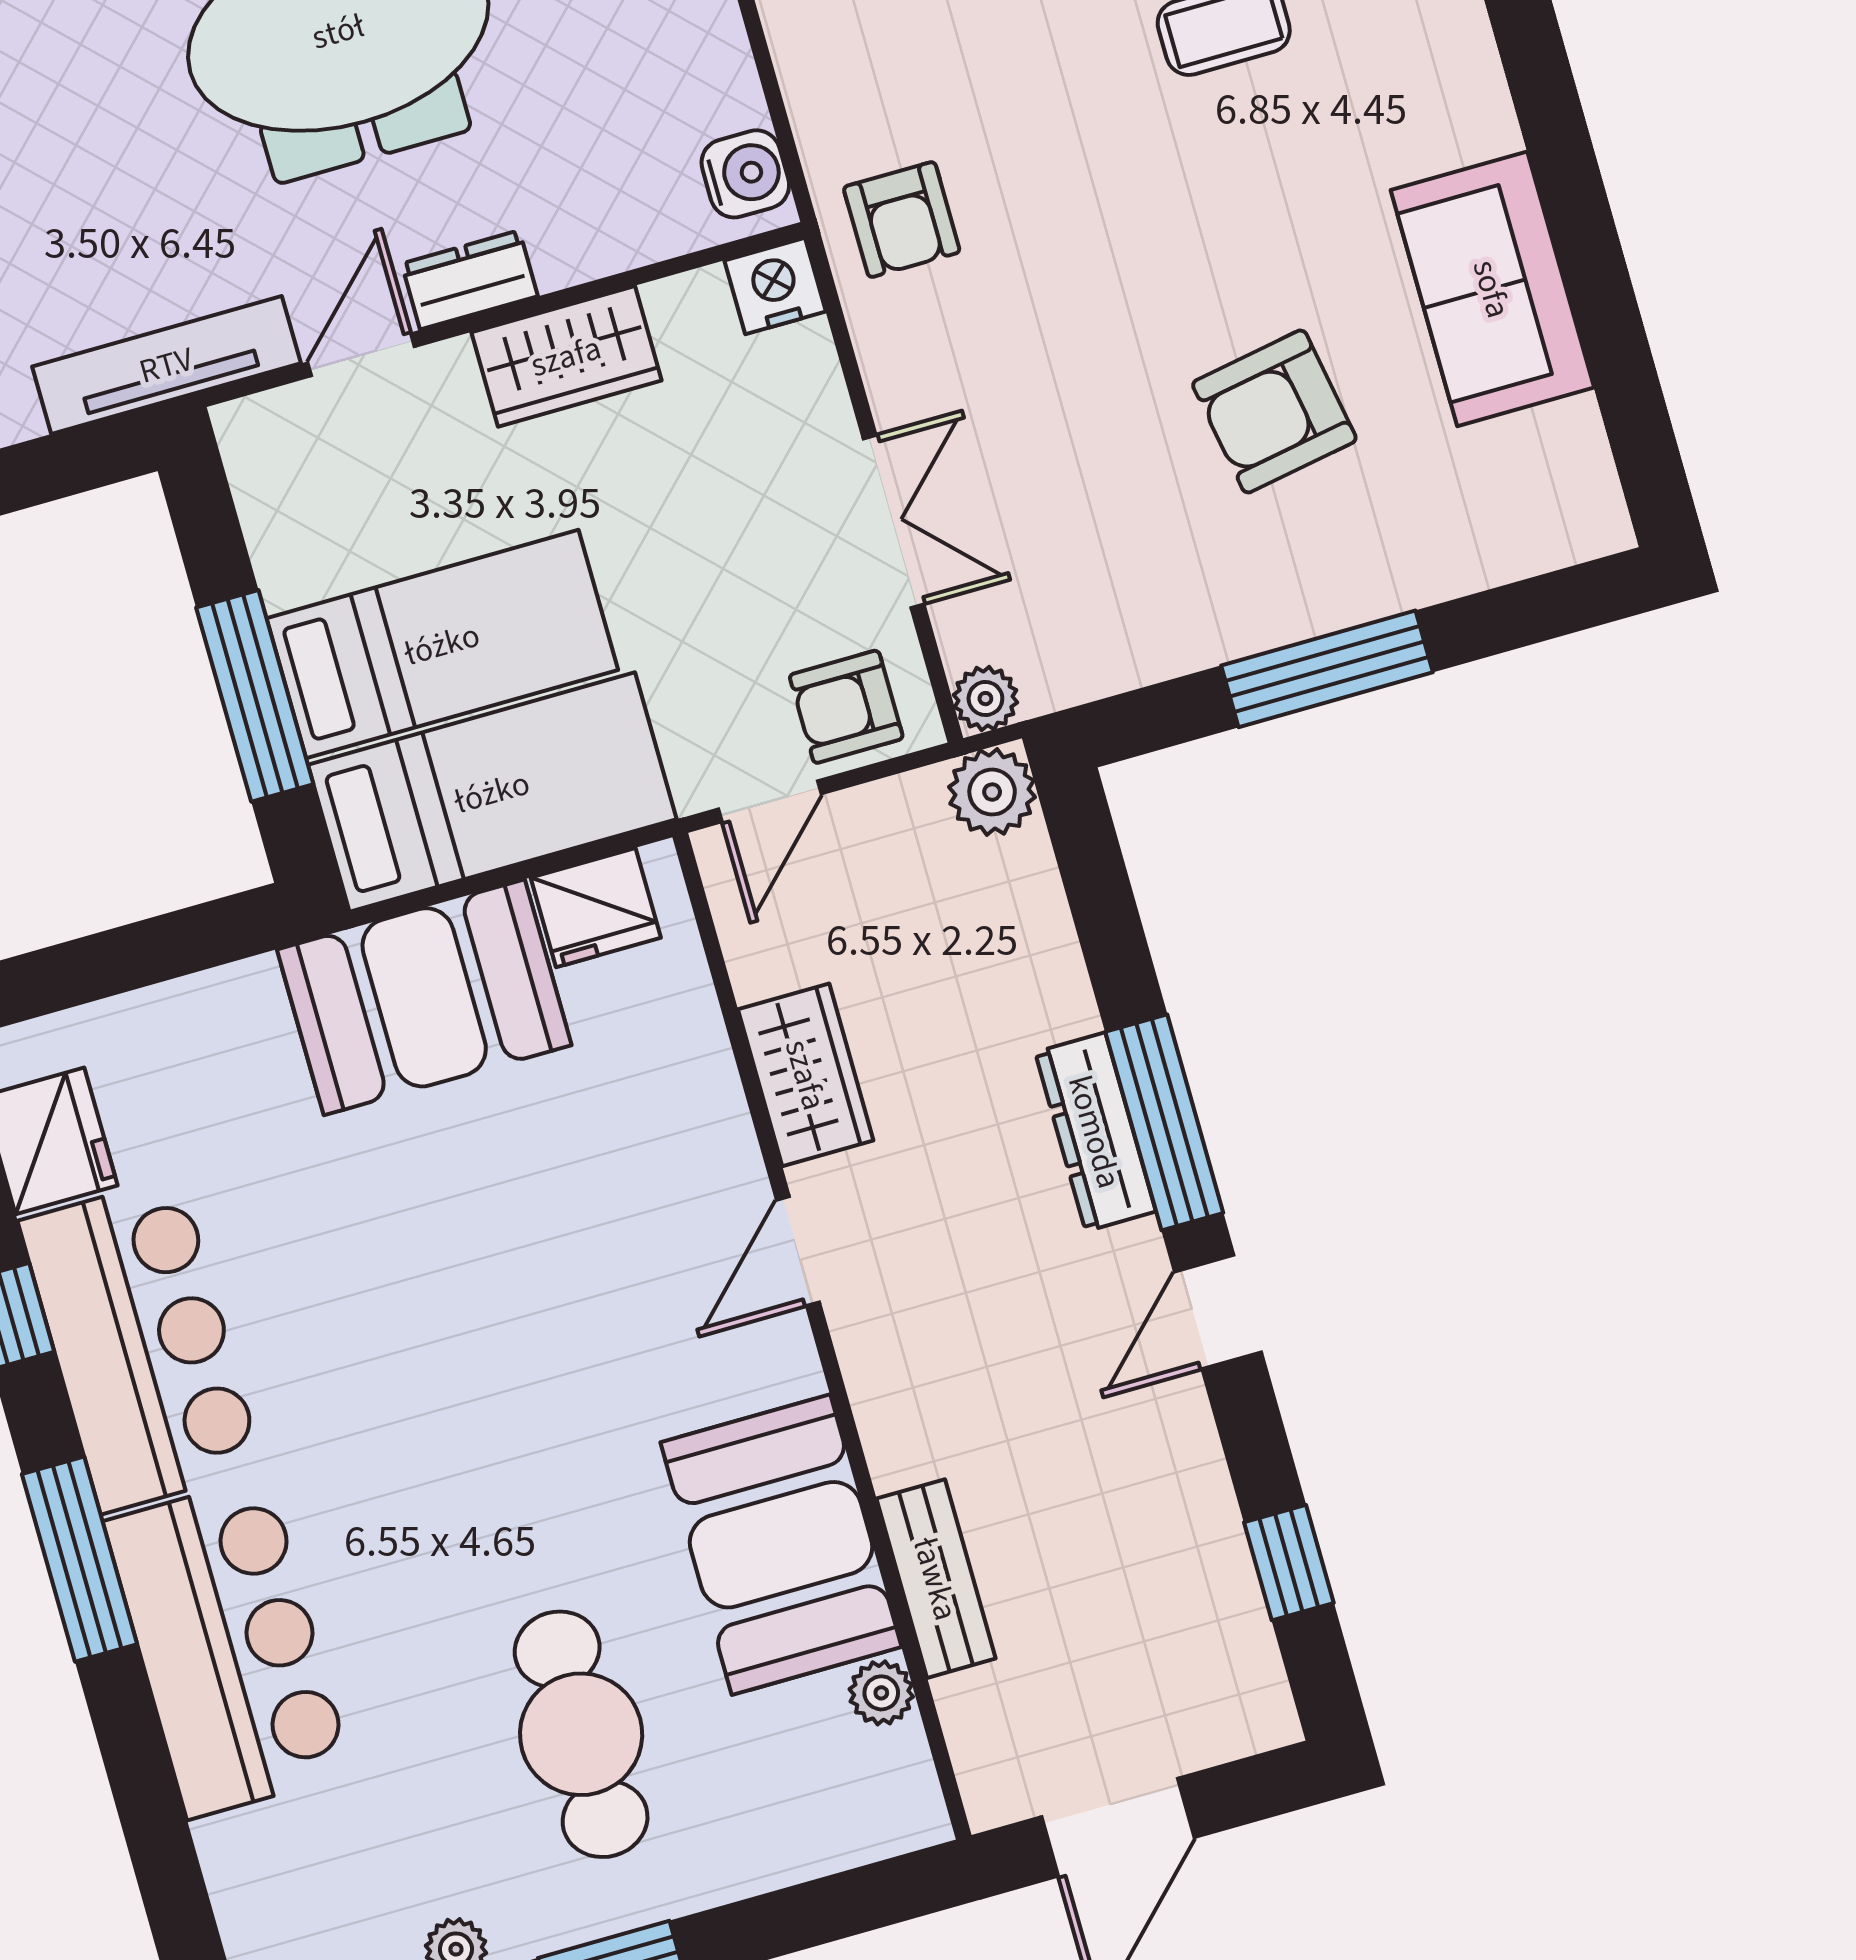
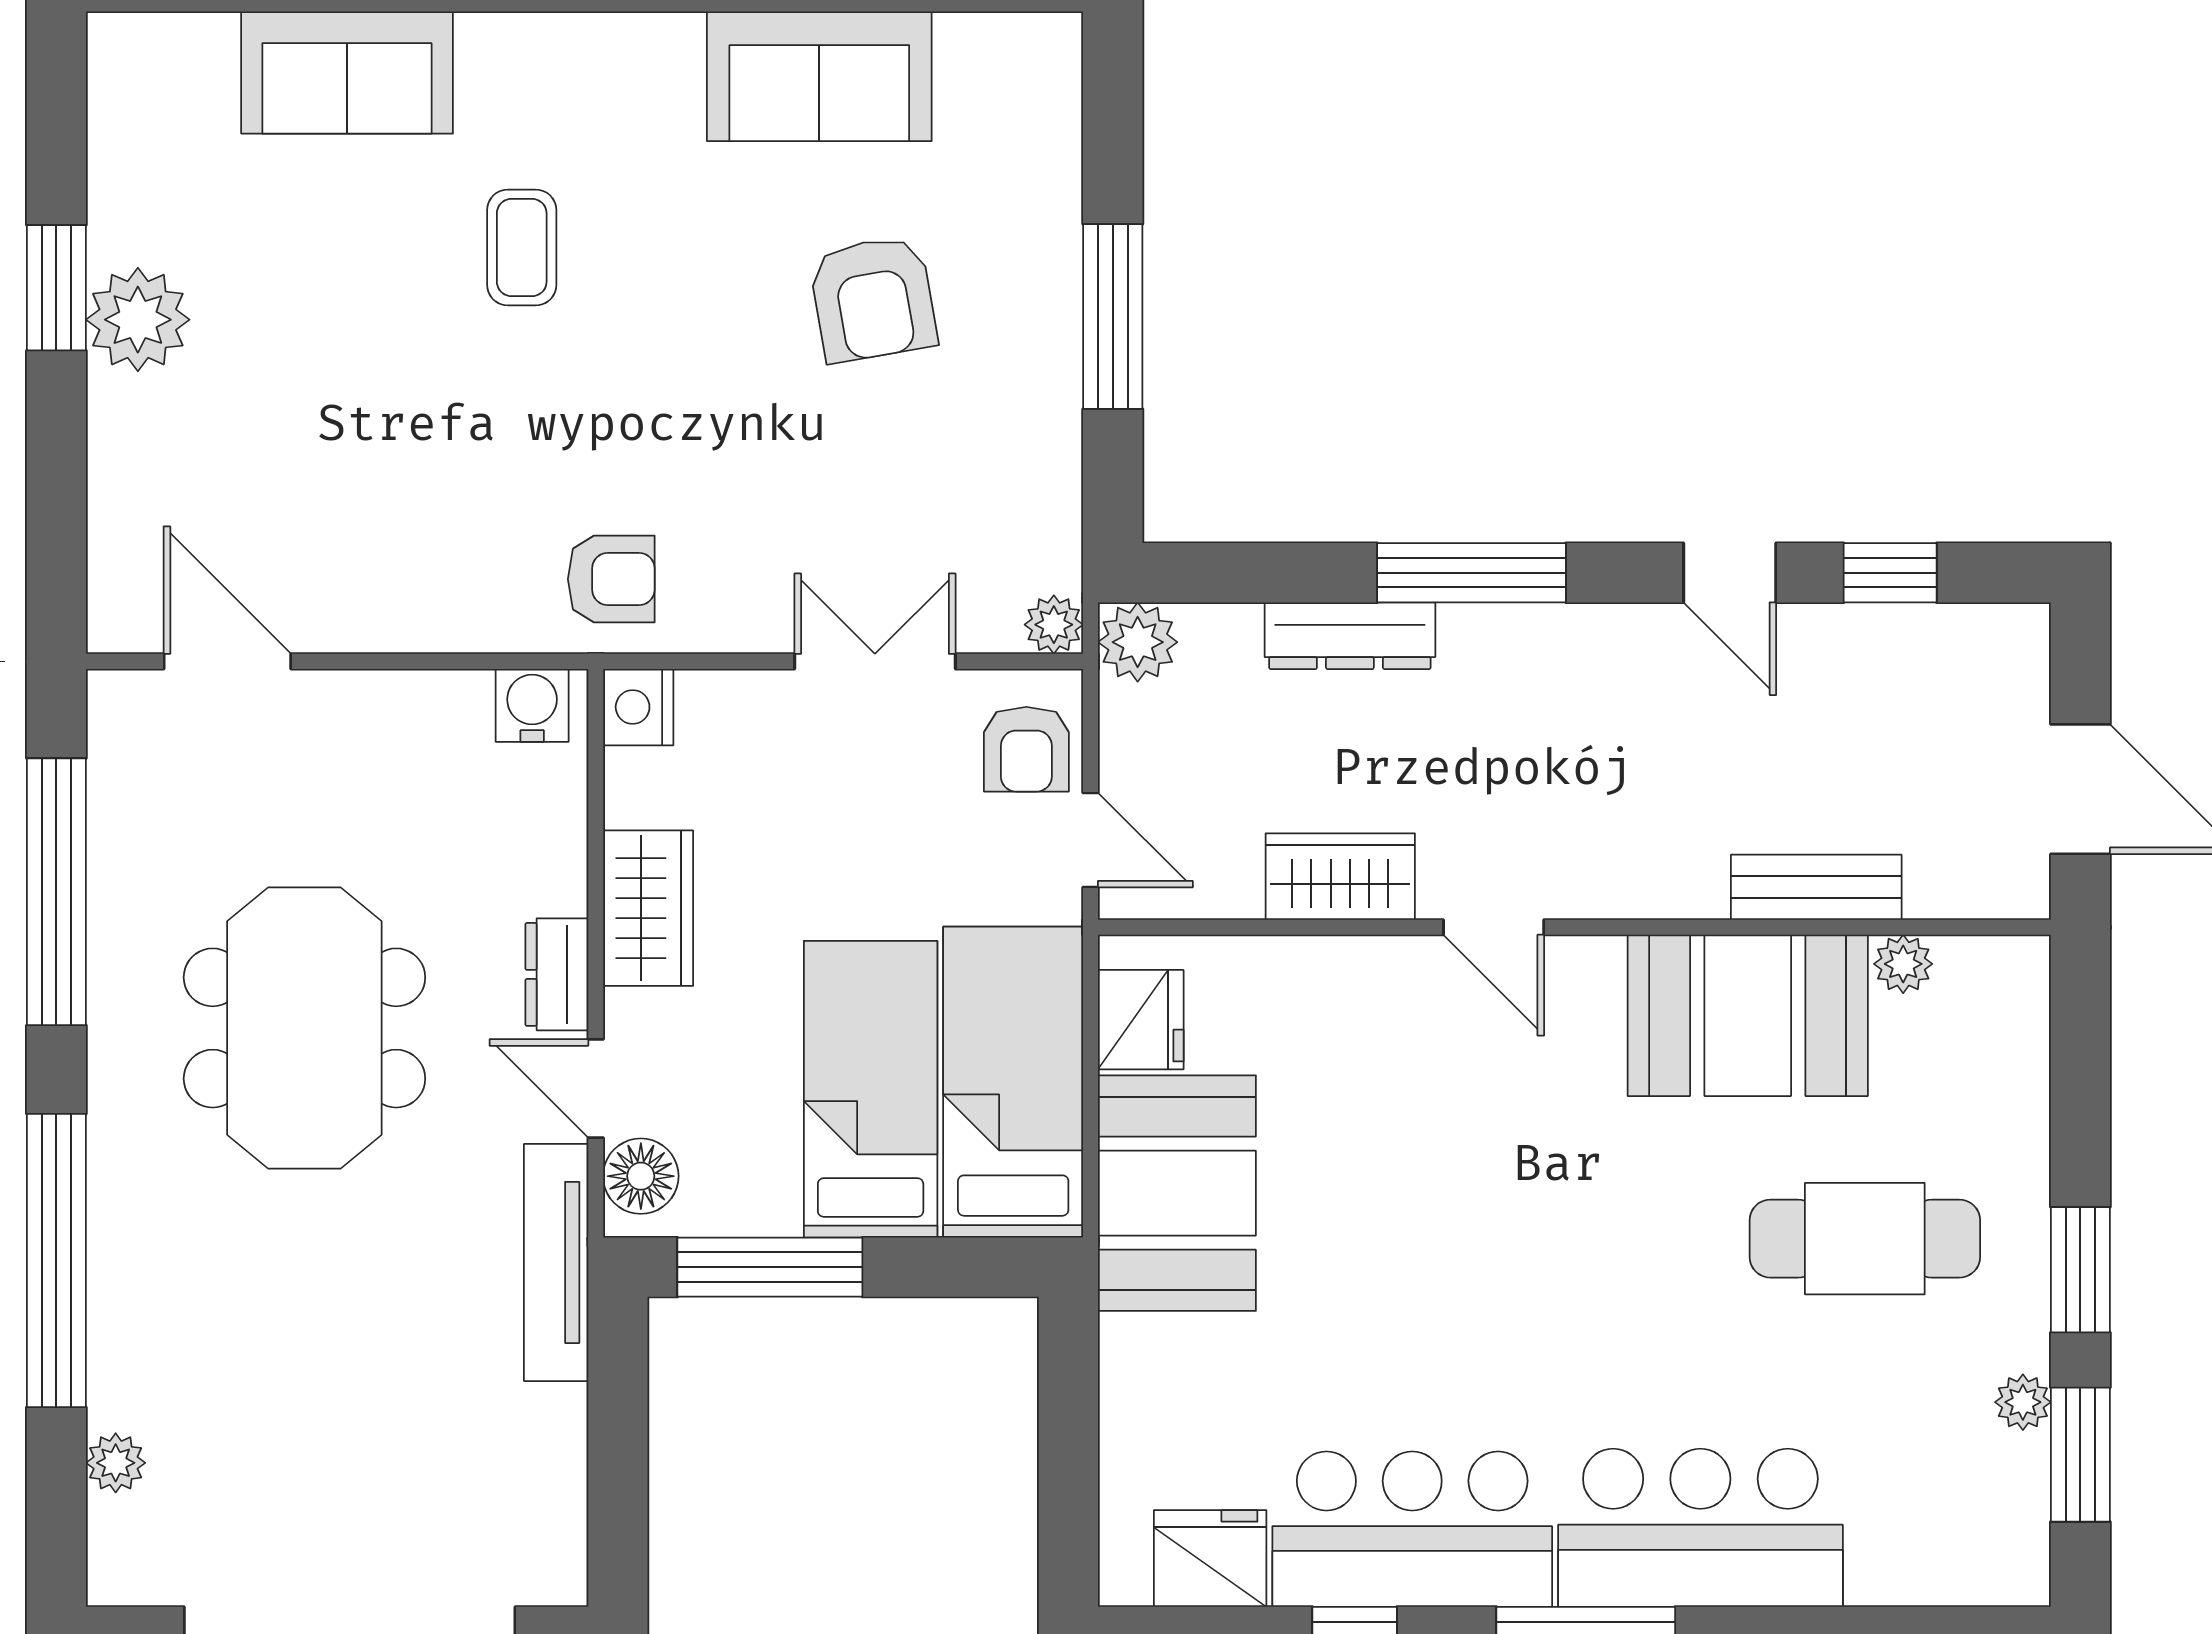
floor lamp: (282, 428) -> (641, 1176), added
window: (255, 696) -> (770, 1267), moved
dresser: (1095, 1132) -> (1350, 636), moved
door: (1218, 1312) -> (1730, 573), moved

